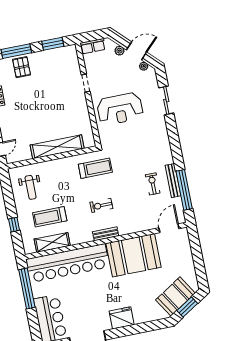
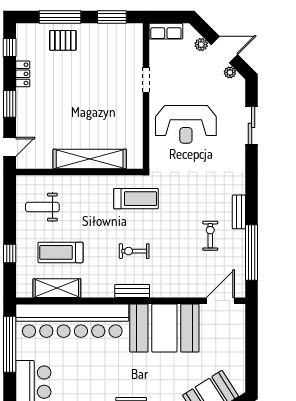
pallet: (22, 67) -> (63, 40), turned 90
bench: (173, 181) -> (239, 212), moved, width x0.73
weight bench: (31, 187) -> (42, 207), turned 90

